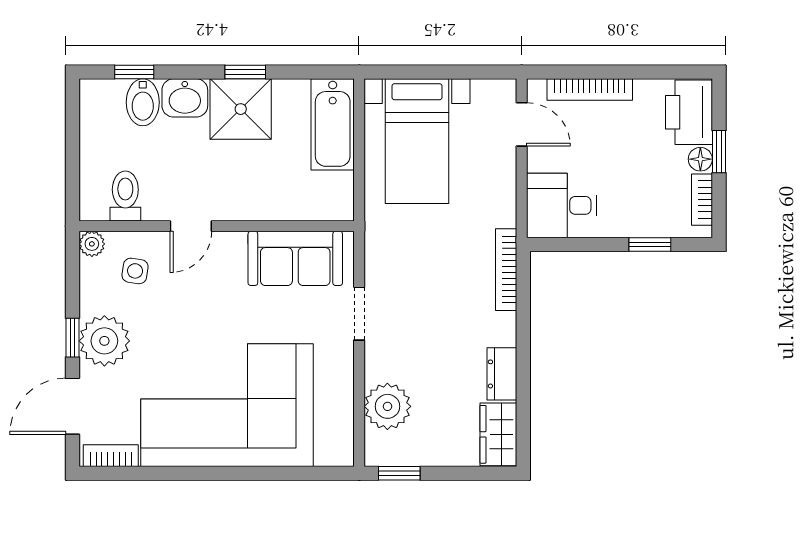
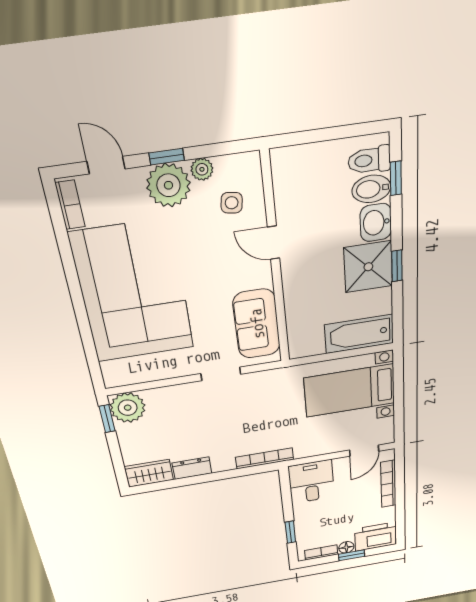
toilet: (125, 196) -> (369, 160), moved, turned 180
plant: (92, 244) -> (202, 169), moved
door: (72, 406) -> (106, 165), width x0.73
plant: (387, 406) -> (128, 408), moved

